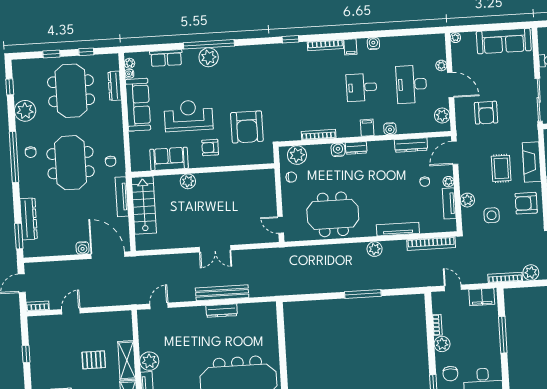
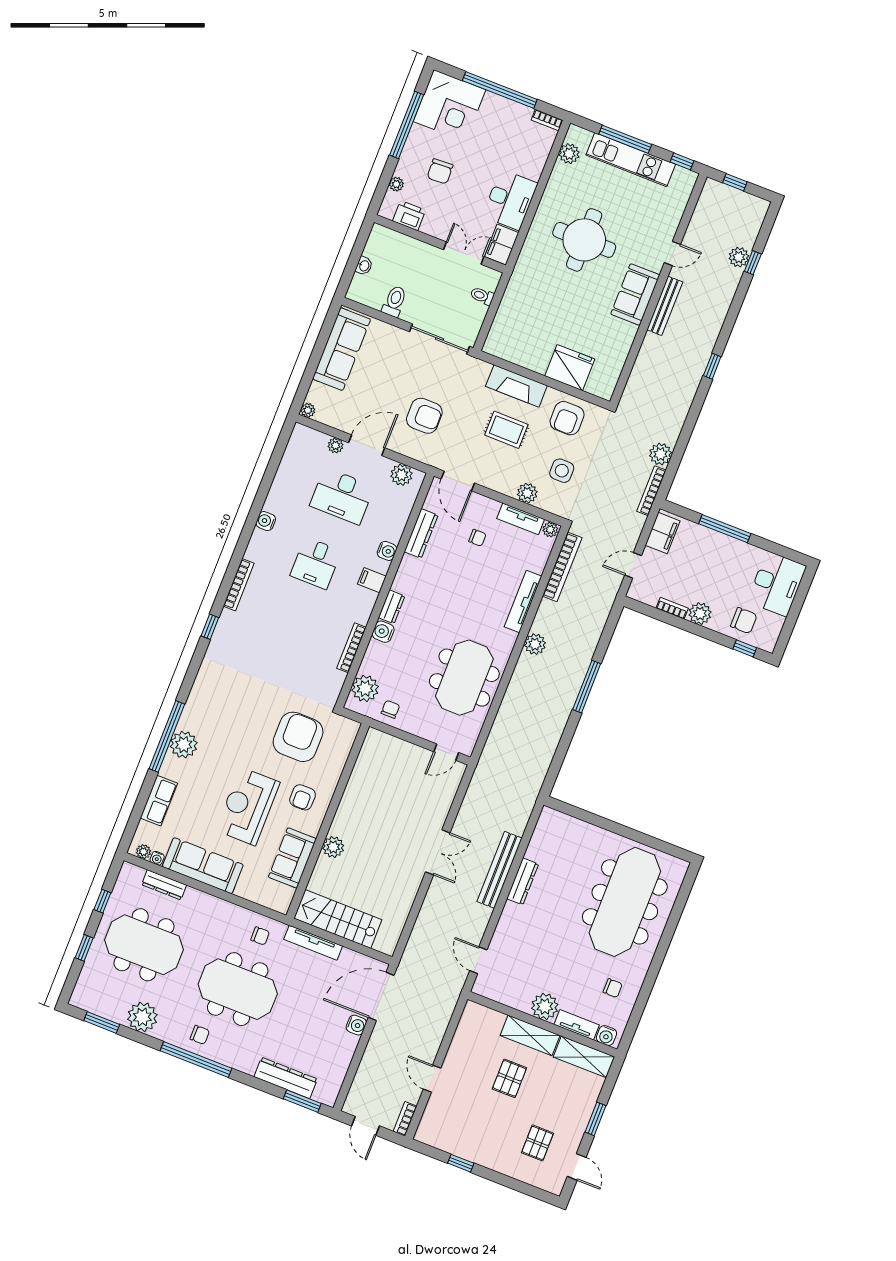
filing cabinet: (350, 47) -> (256, 553), removed
window: (10, 87) -> (102, 1023), width x1.50
armchair: (247, 127) -> (298, 737), turned -90
plant: (448, 182) -> (550, 530), moved

